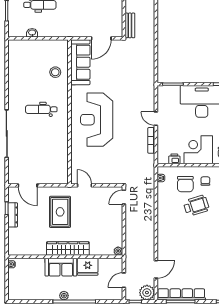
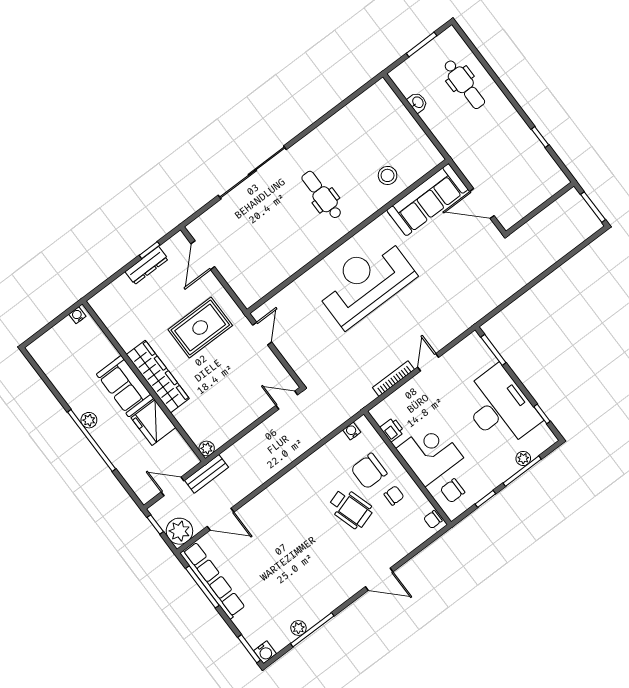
bench: (130, 25) -> (207, 474), moved

